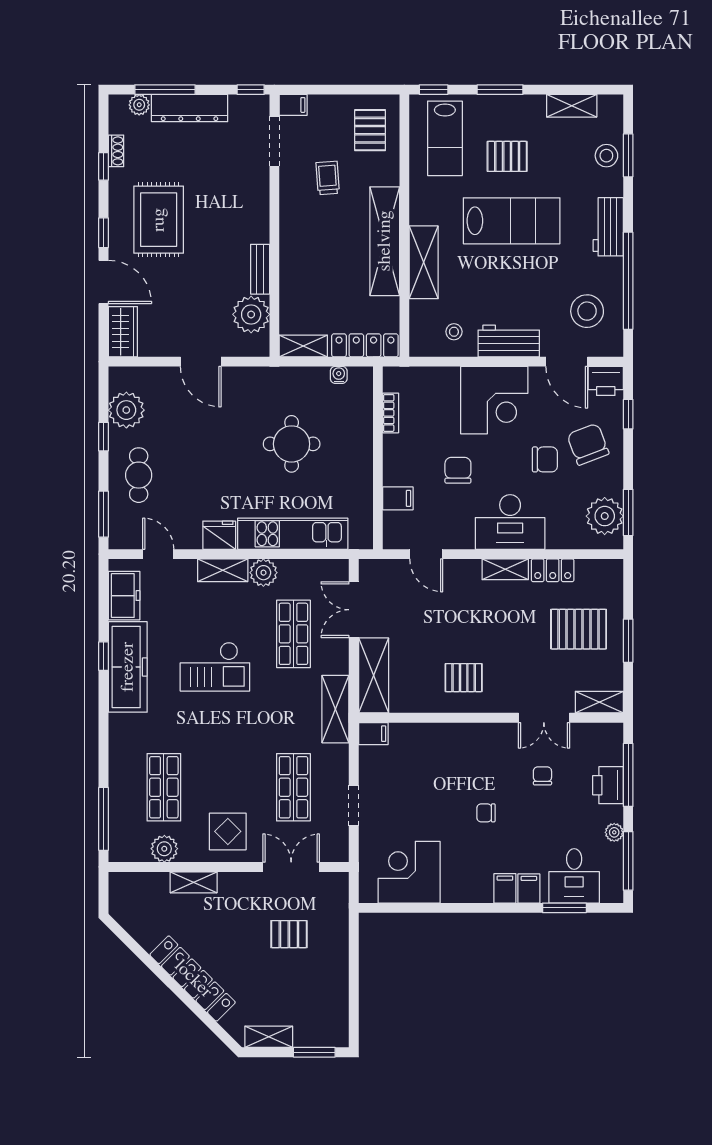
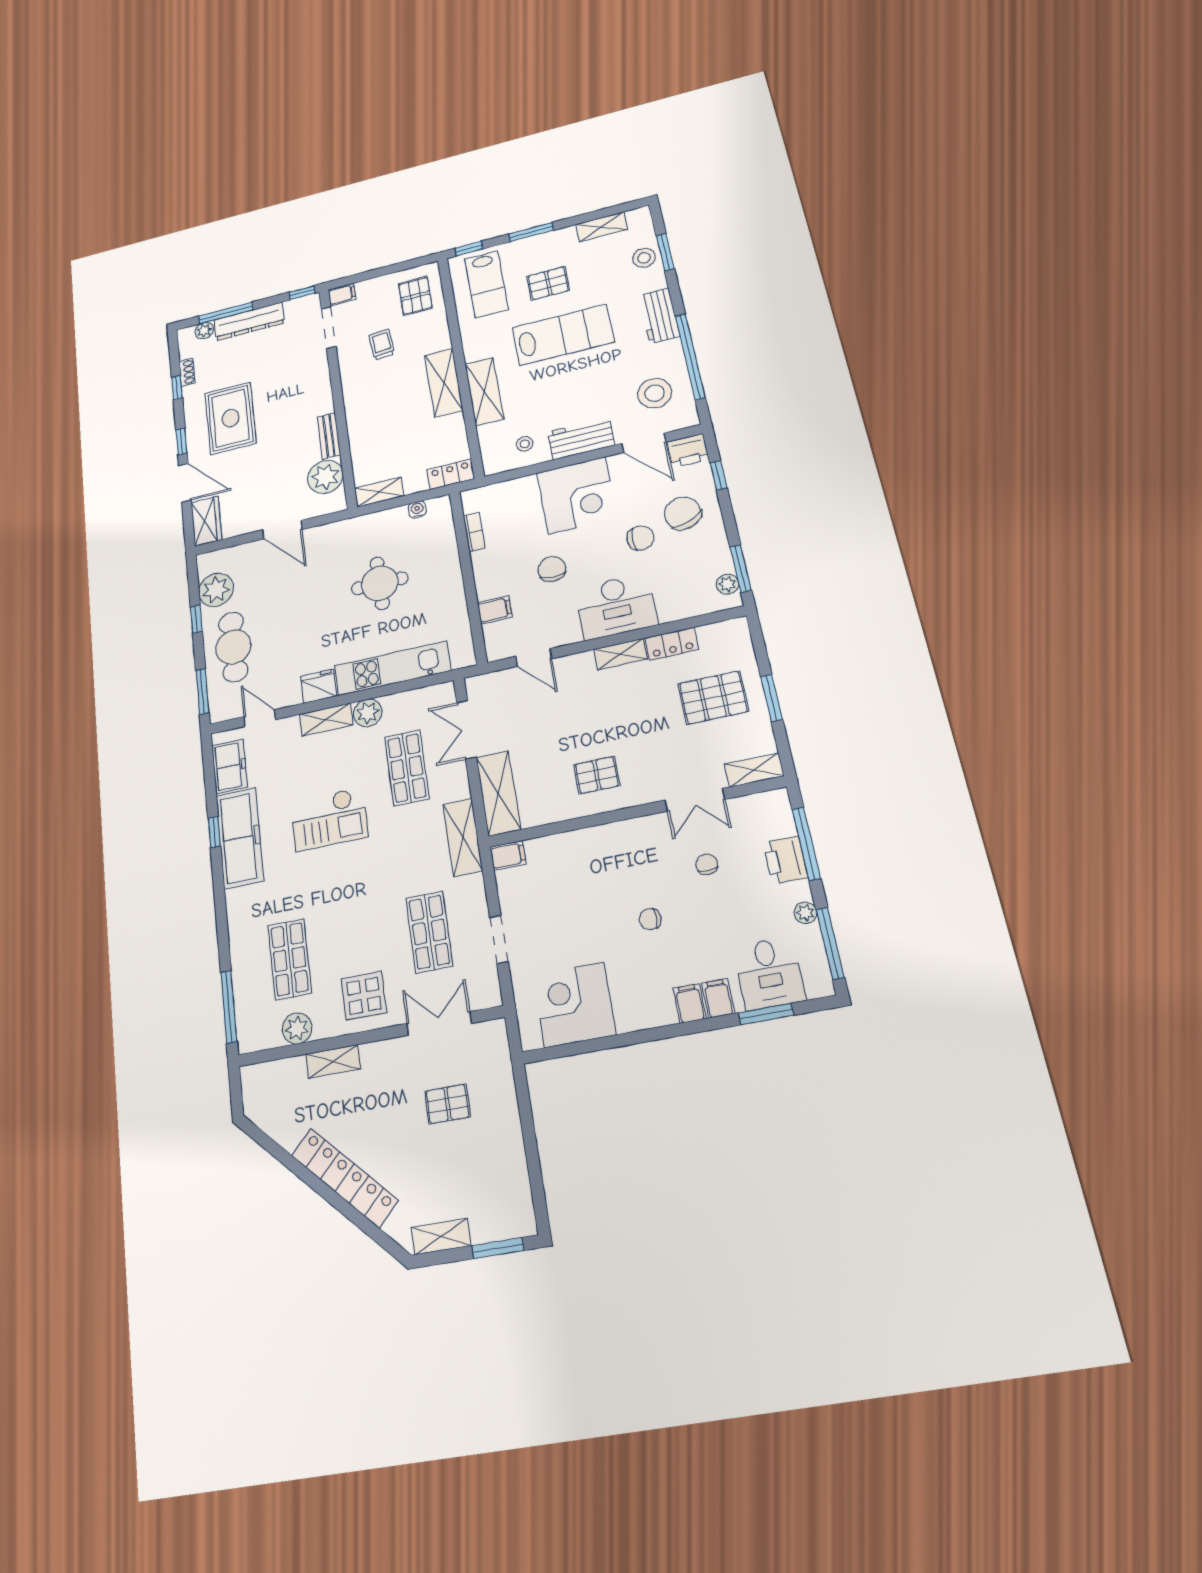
shelving: (385, 241) -> (444, 383), width x0.68
locker: (365, 345) -> (451, 474), width x0.66
cafe table: (139, 475) -> (233, 647), width x1.37, depth x1.35
plant: (605, 516) -> (728, 584), width x0.53, depth x0.53

